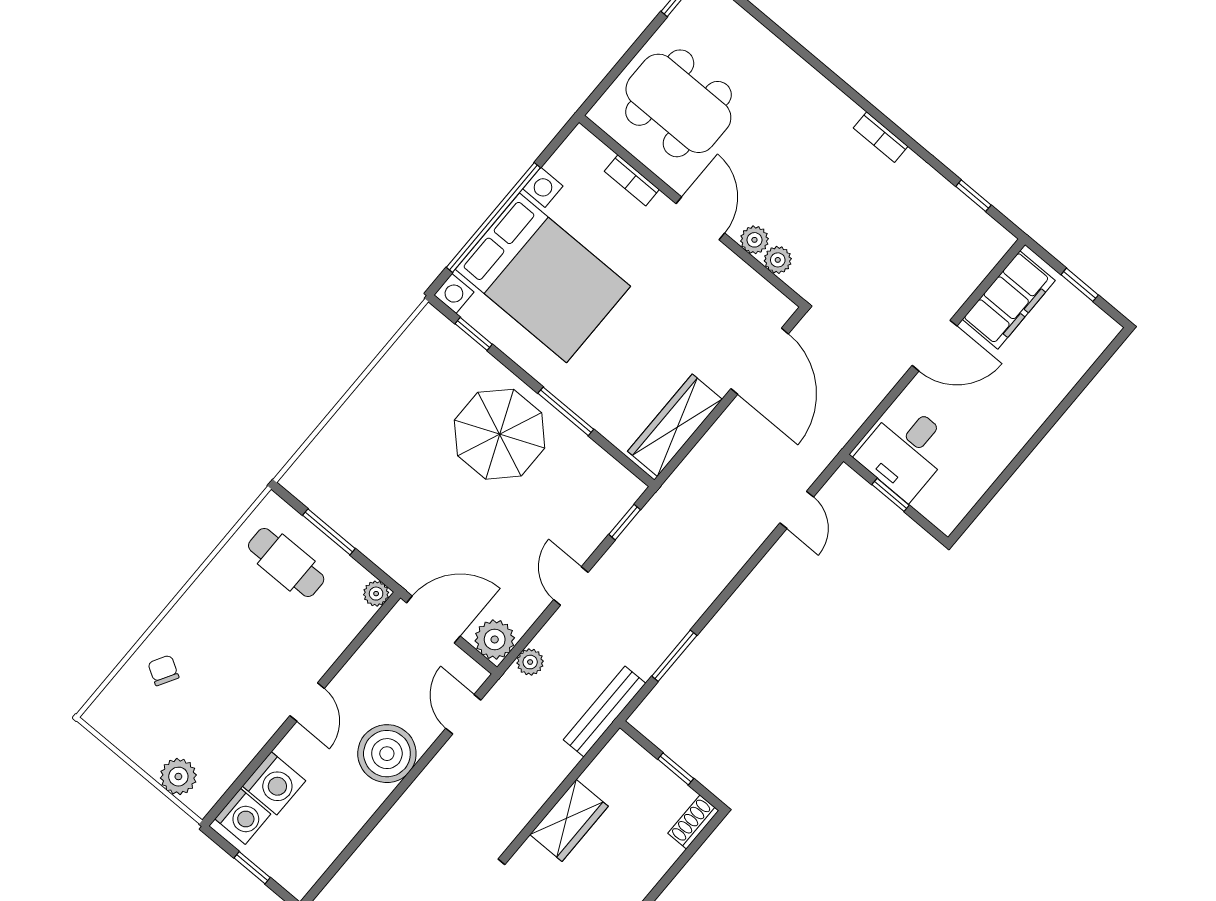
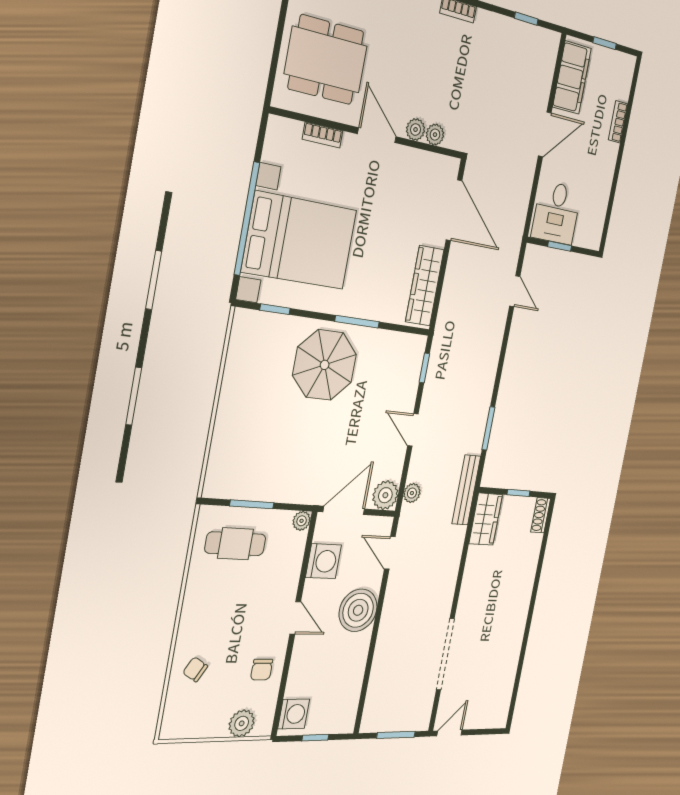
bookcase: (1055, 392) -> (618, 122), added
chair: (236, 732) -> (262, 670), added
washing machine: (274, 783) -> (323, 561), moved
wardrobe: (569, 820) -> (486, 519), moved

